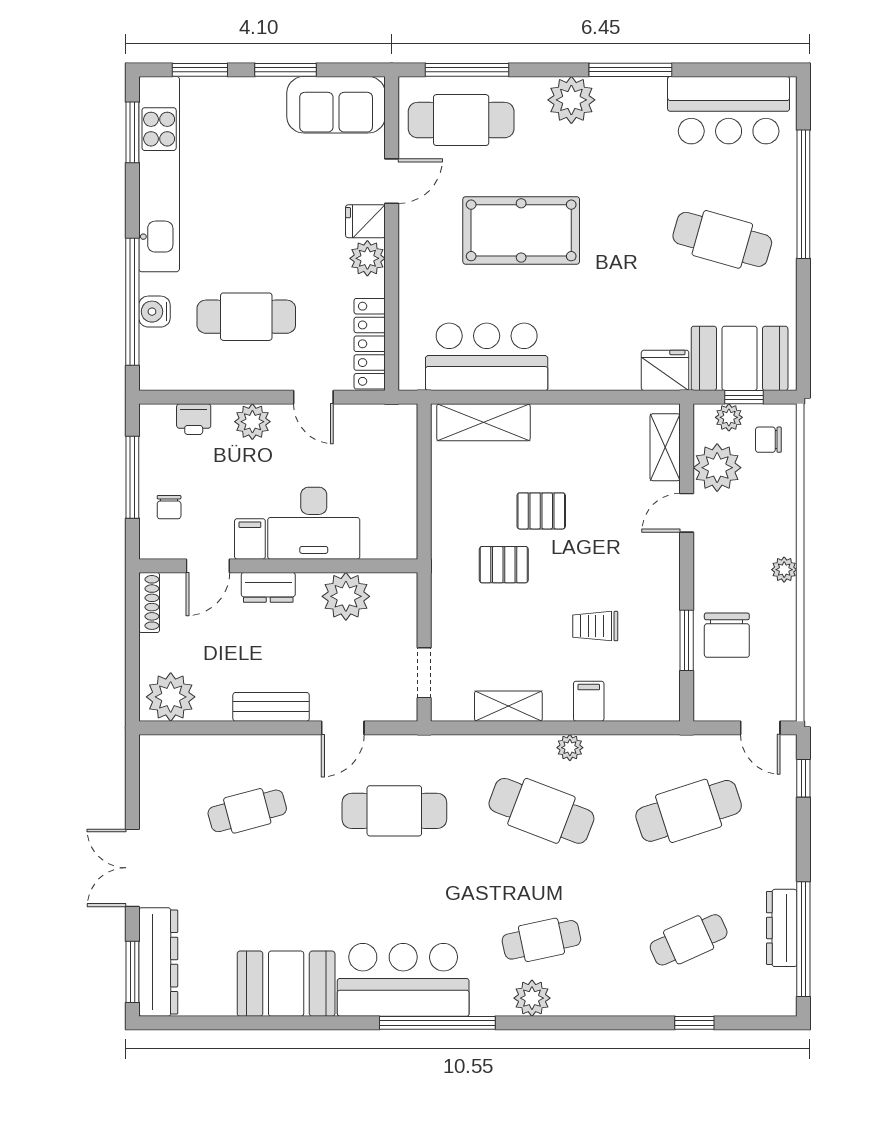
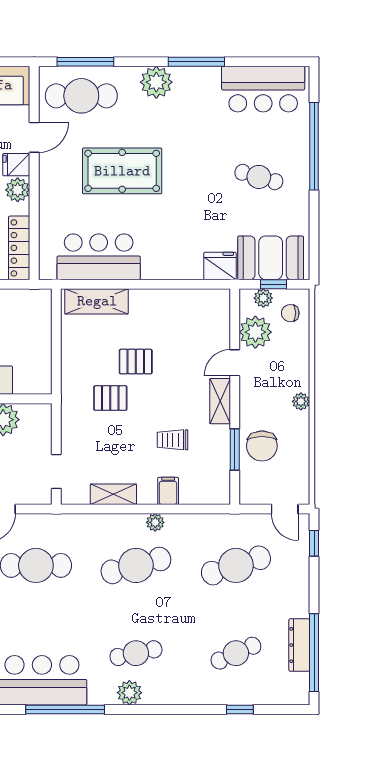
cafe table: (722, 239) -> (259, 177), width x0.73, depth x0.74
shelving: (665, 447) -> (220, 401), moved
cafe table: (541, 811) -> (136, 565), turned -36

